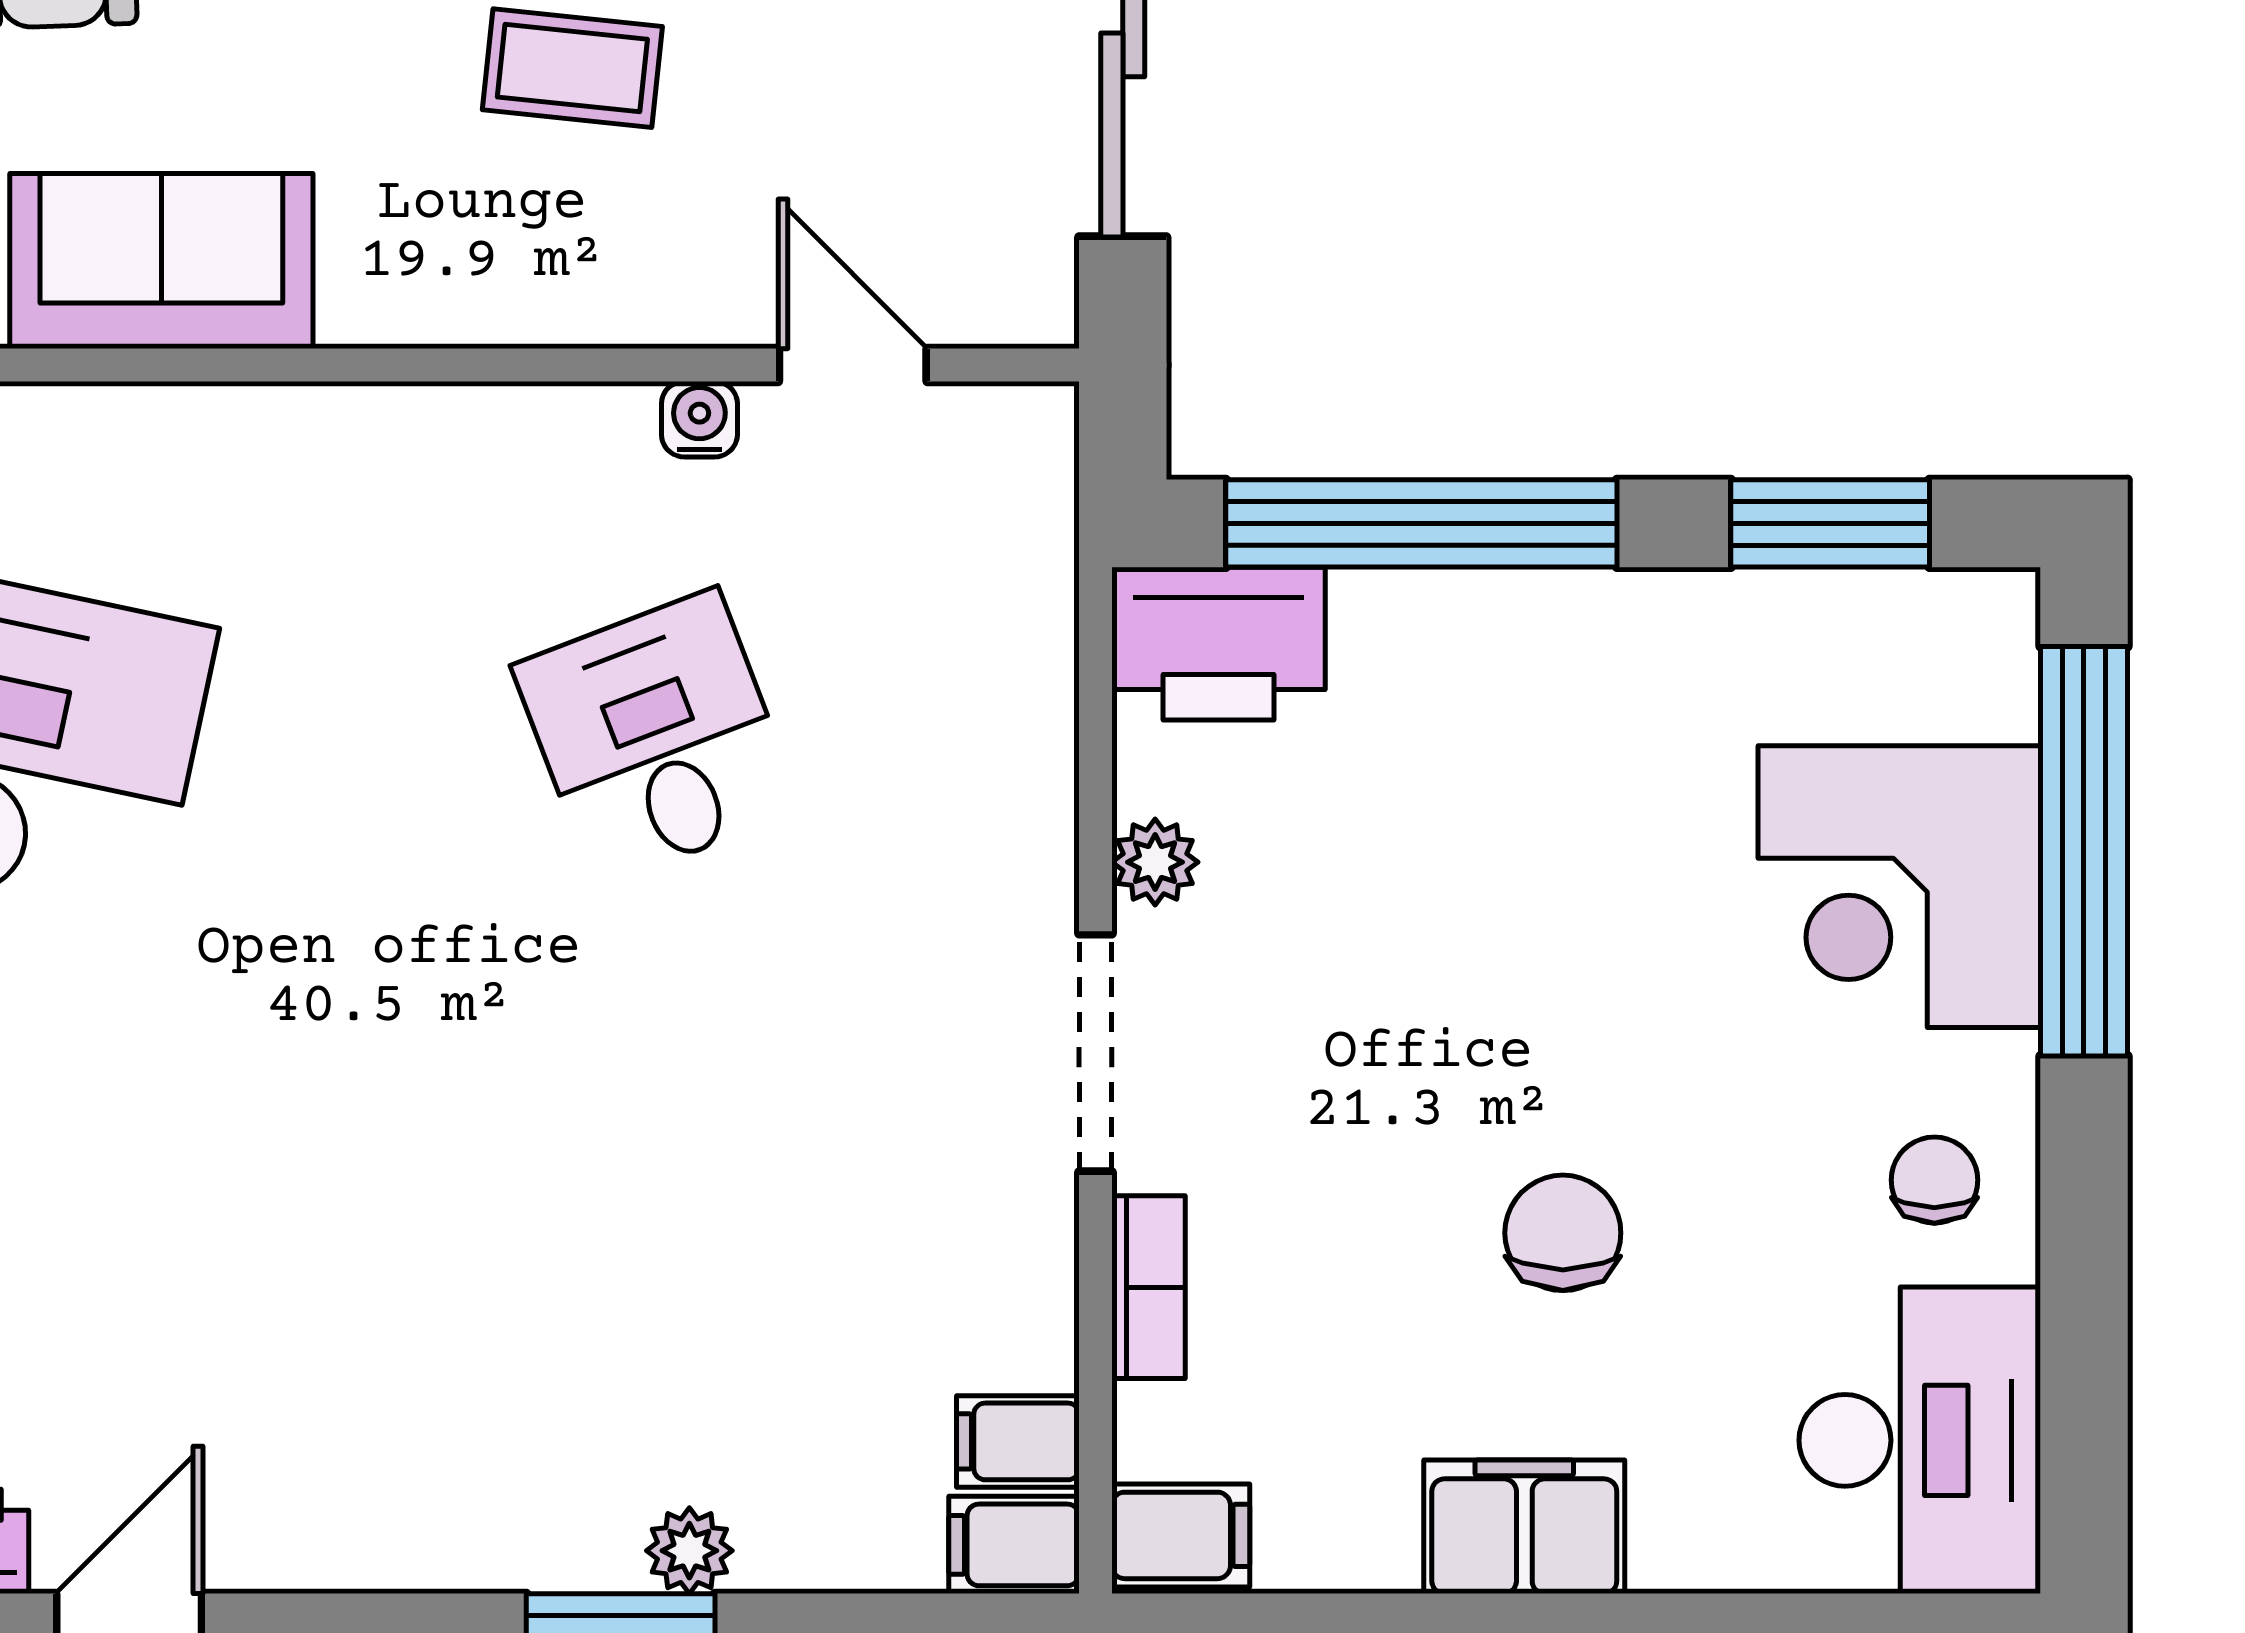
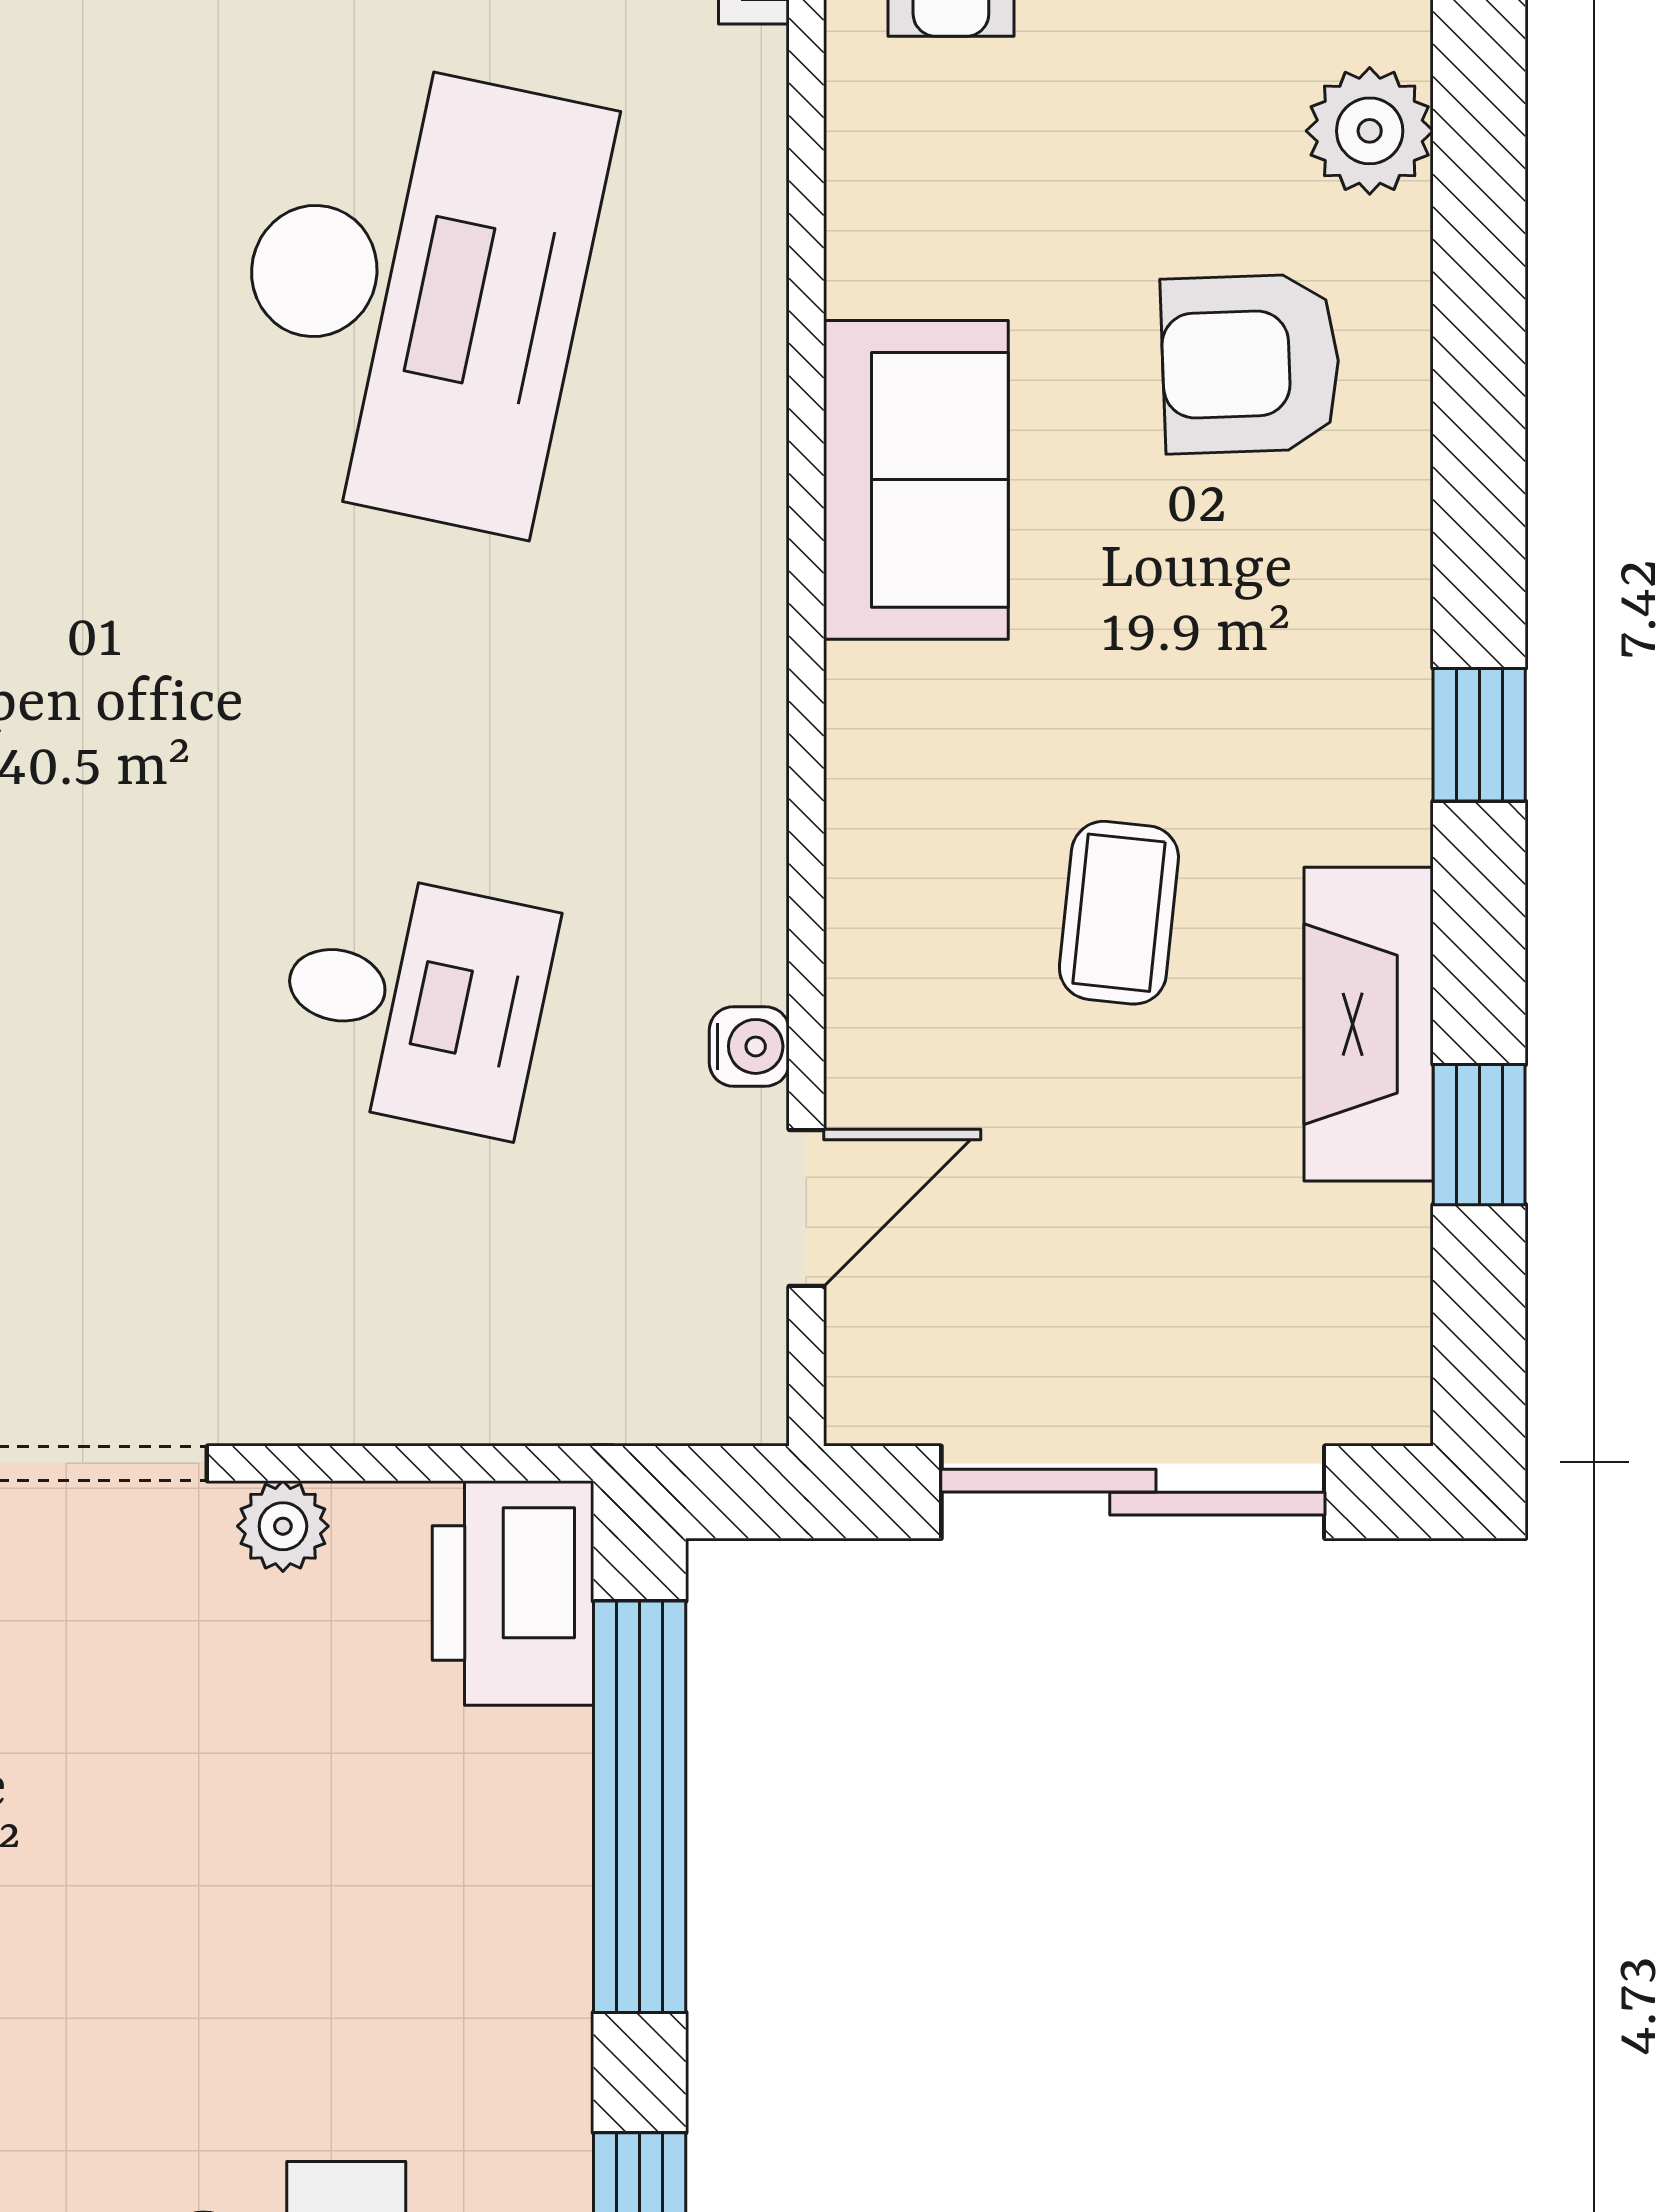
desk: (657, 738) -> (414, 1002), turned 33

